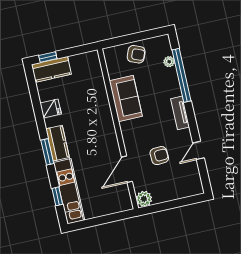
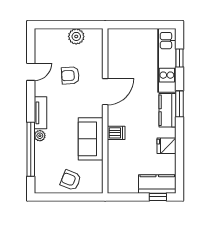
plant: (169, 62) -> (40, 136), moved
dishwasher: (102, 110) -> (116, 133), added
door: (127, 169) -> (105, 92), moved
plant: (144, 199) -> (76, 36), moved

